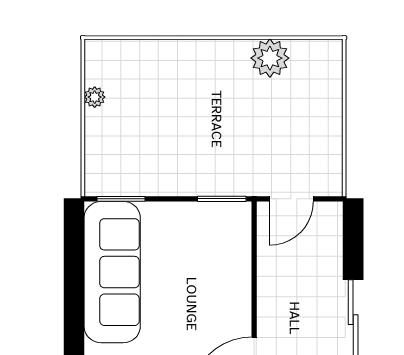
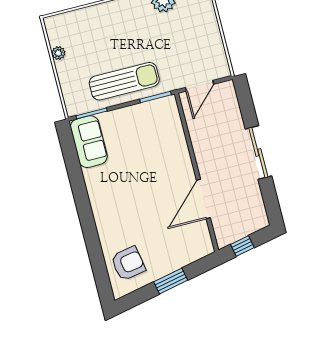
sun lounger: (182, 164) -> (124, 81), added
sofa: (112, 272) -> (89, 142), width x0.54, depth x0.79

